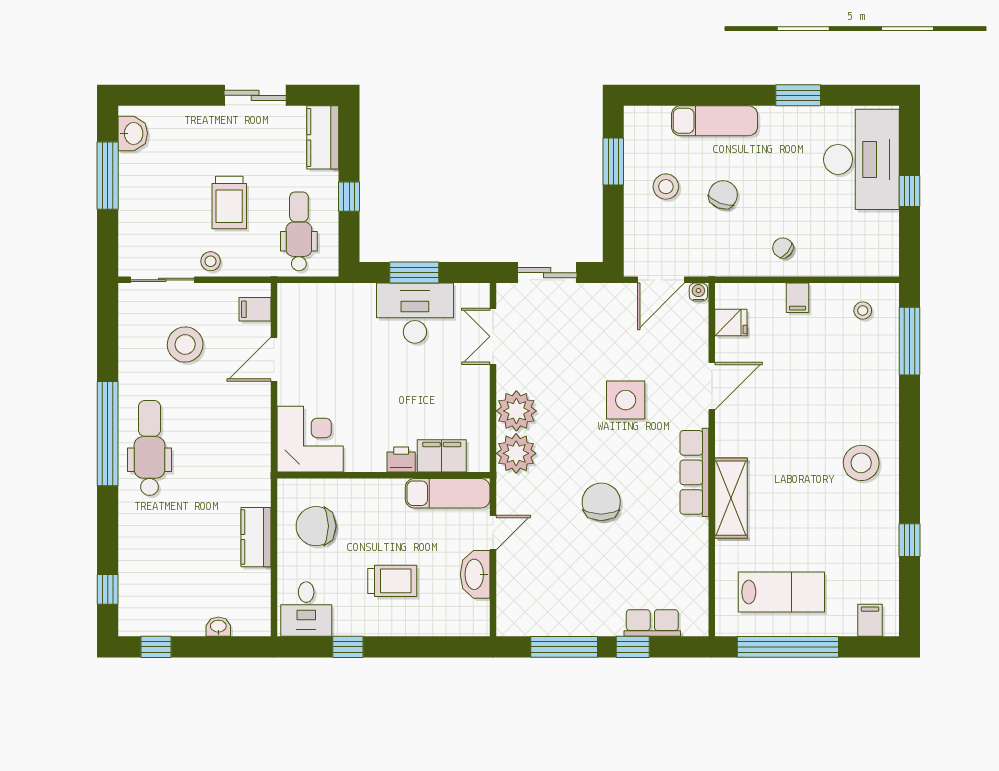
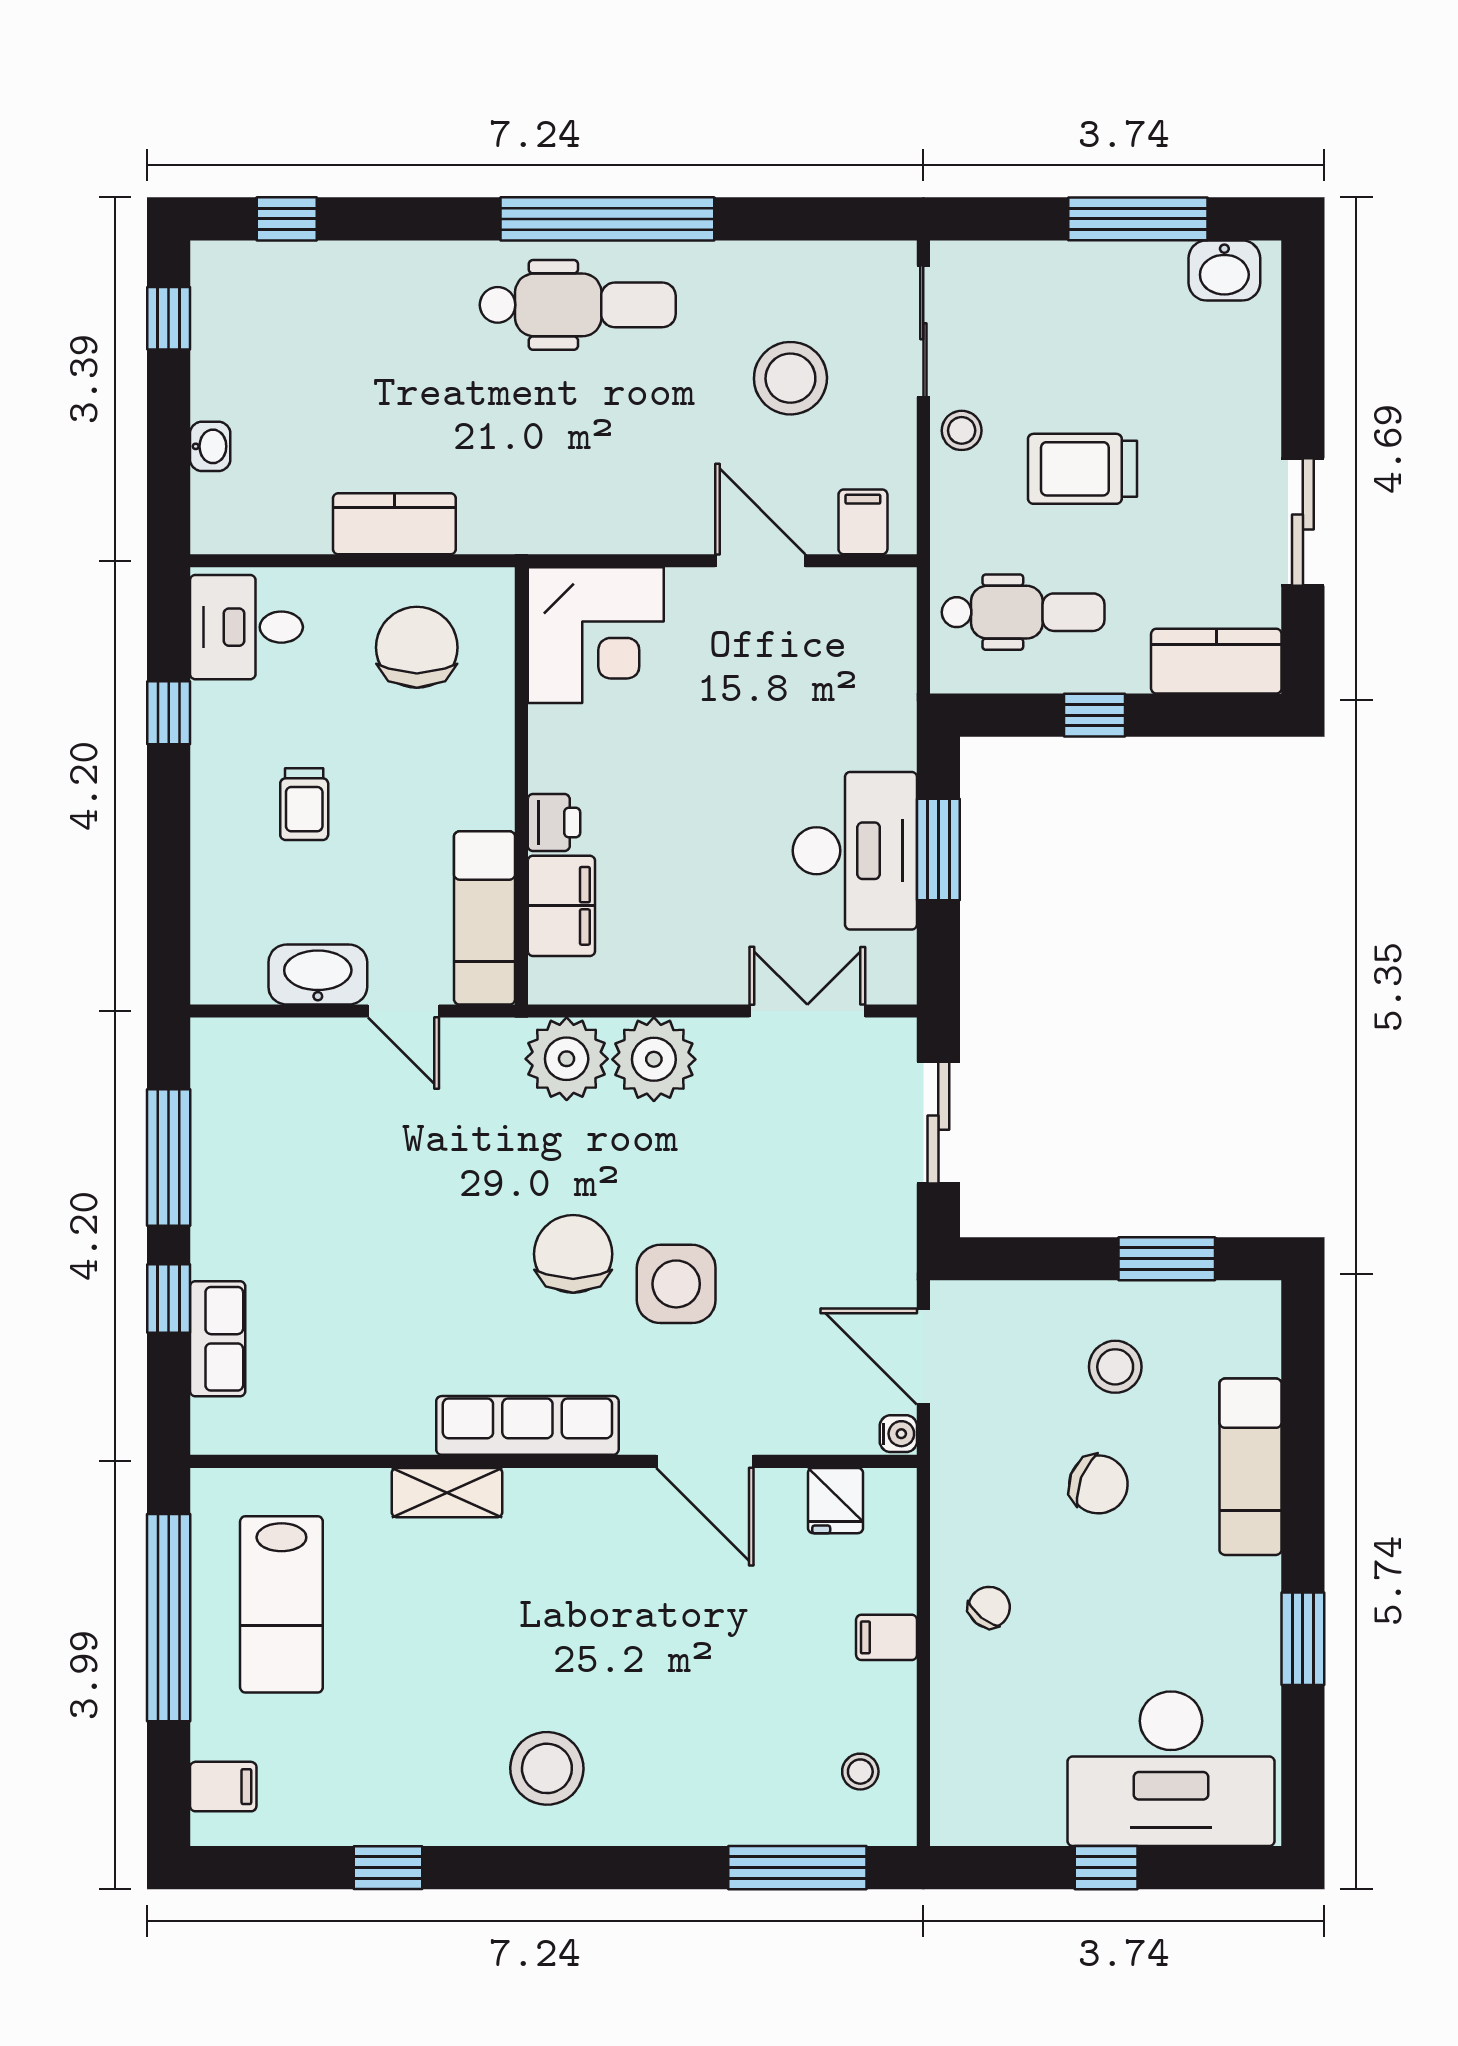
shelving: (731, 498) -> (447, 1493), width x0.67, depth x0.75
chair: (601, 502) -> (573, 1254), moved, turned -90
trolley: (392, 581) -> (304, 804), width x0.73, depth x0.72

